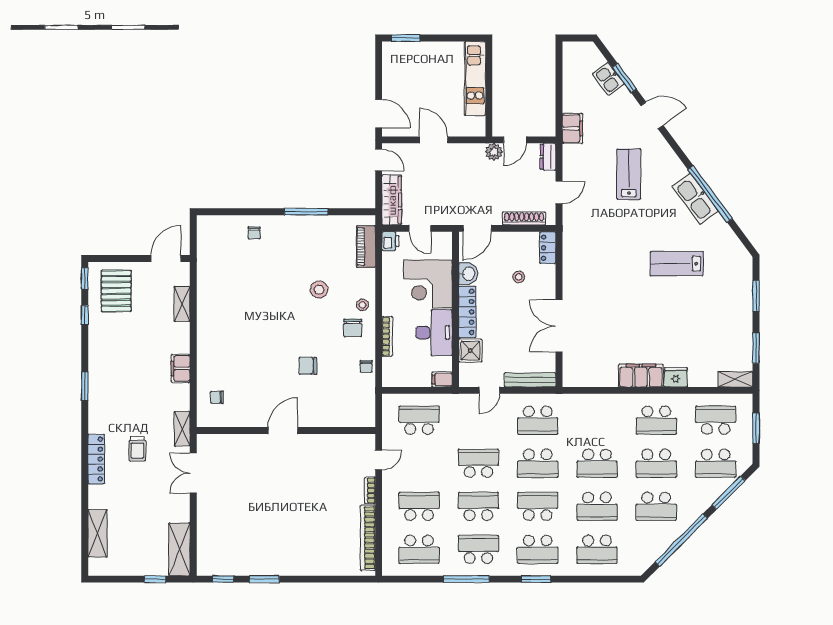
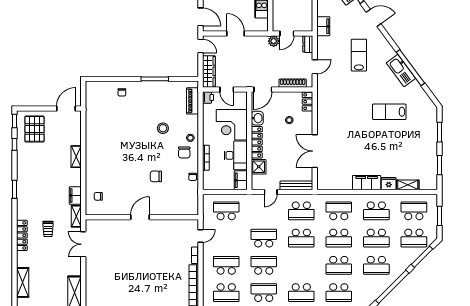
shelving: (182, 304) -> (76, 157), moved
filing cabinet: (181, 368) -> (75, 196), moved
shelving: (735, 379) -> (408, 185), moved
filing cabinet: (442, 380) -> (241, 180), width x2.00
school desk: (538, 506) -> (339, 211), moved

